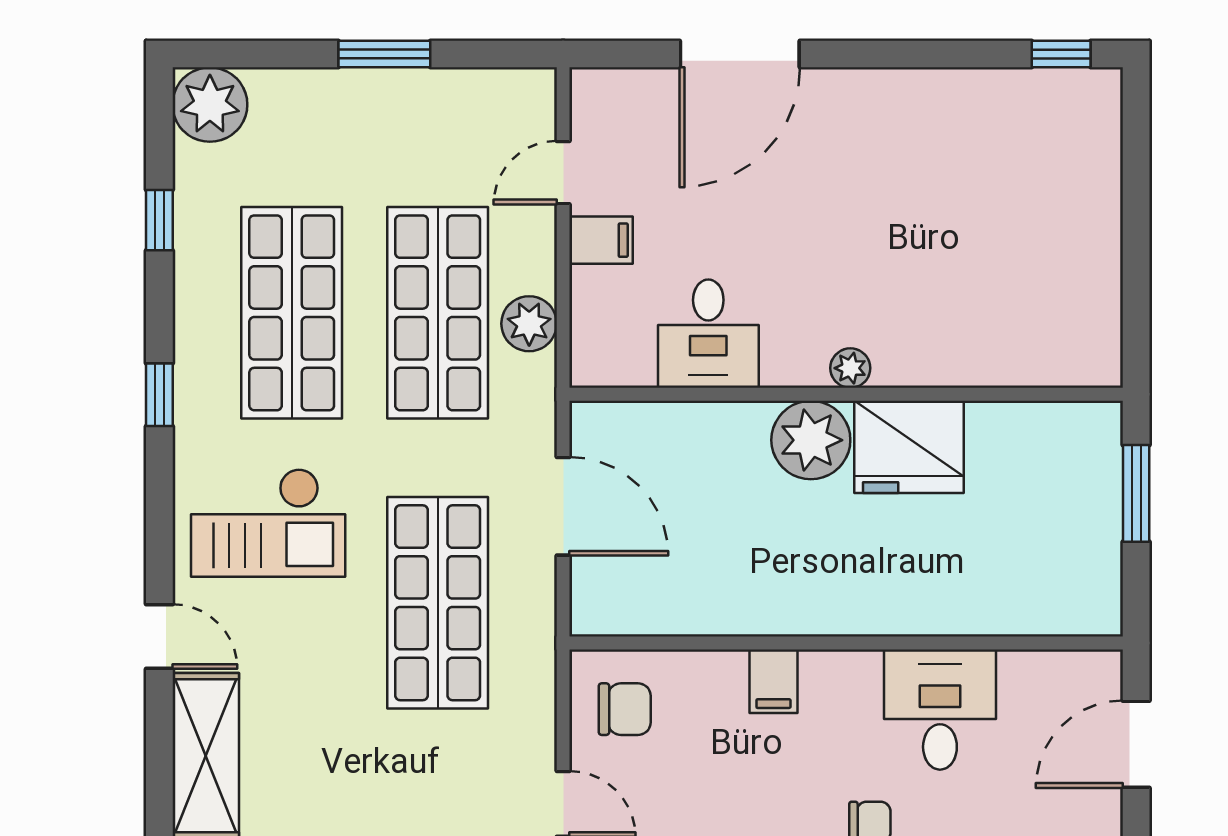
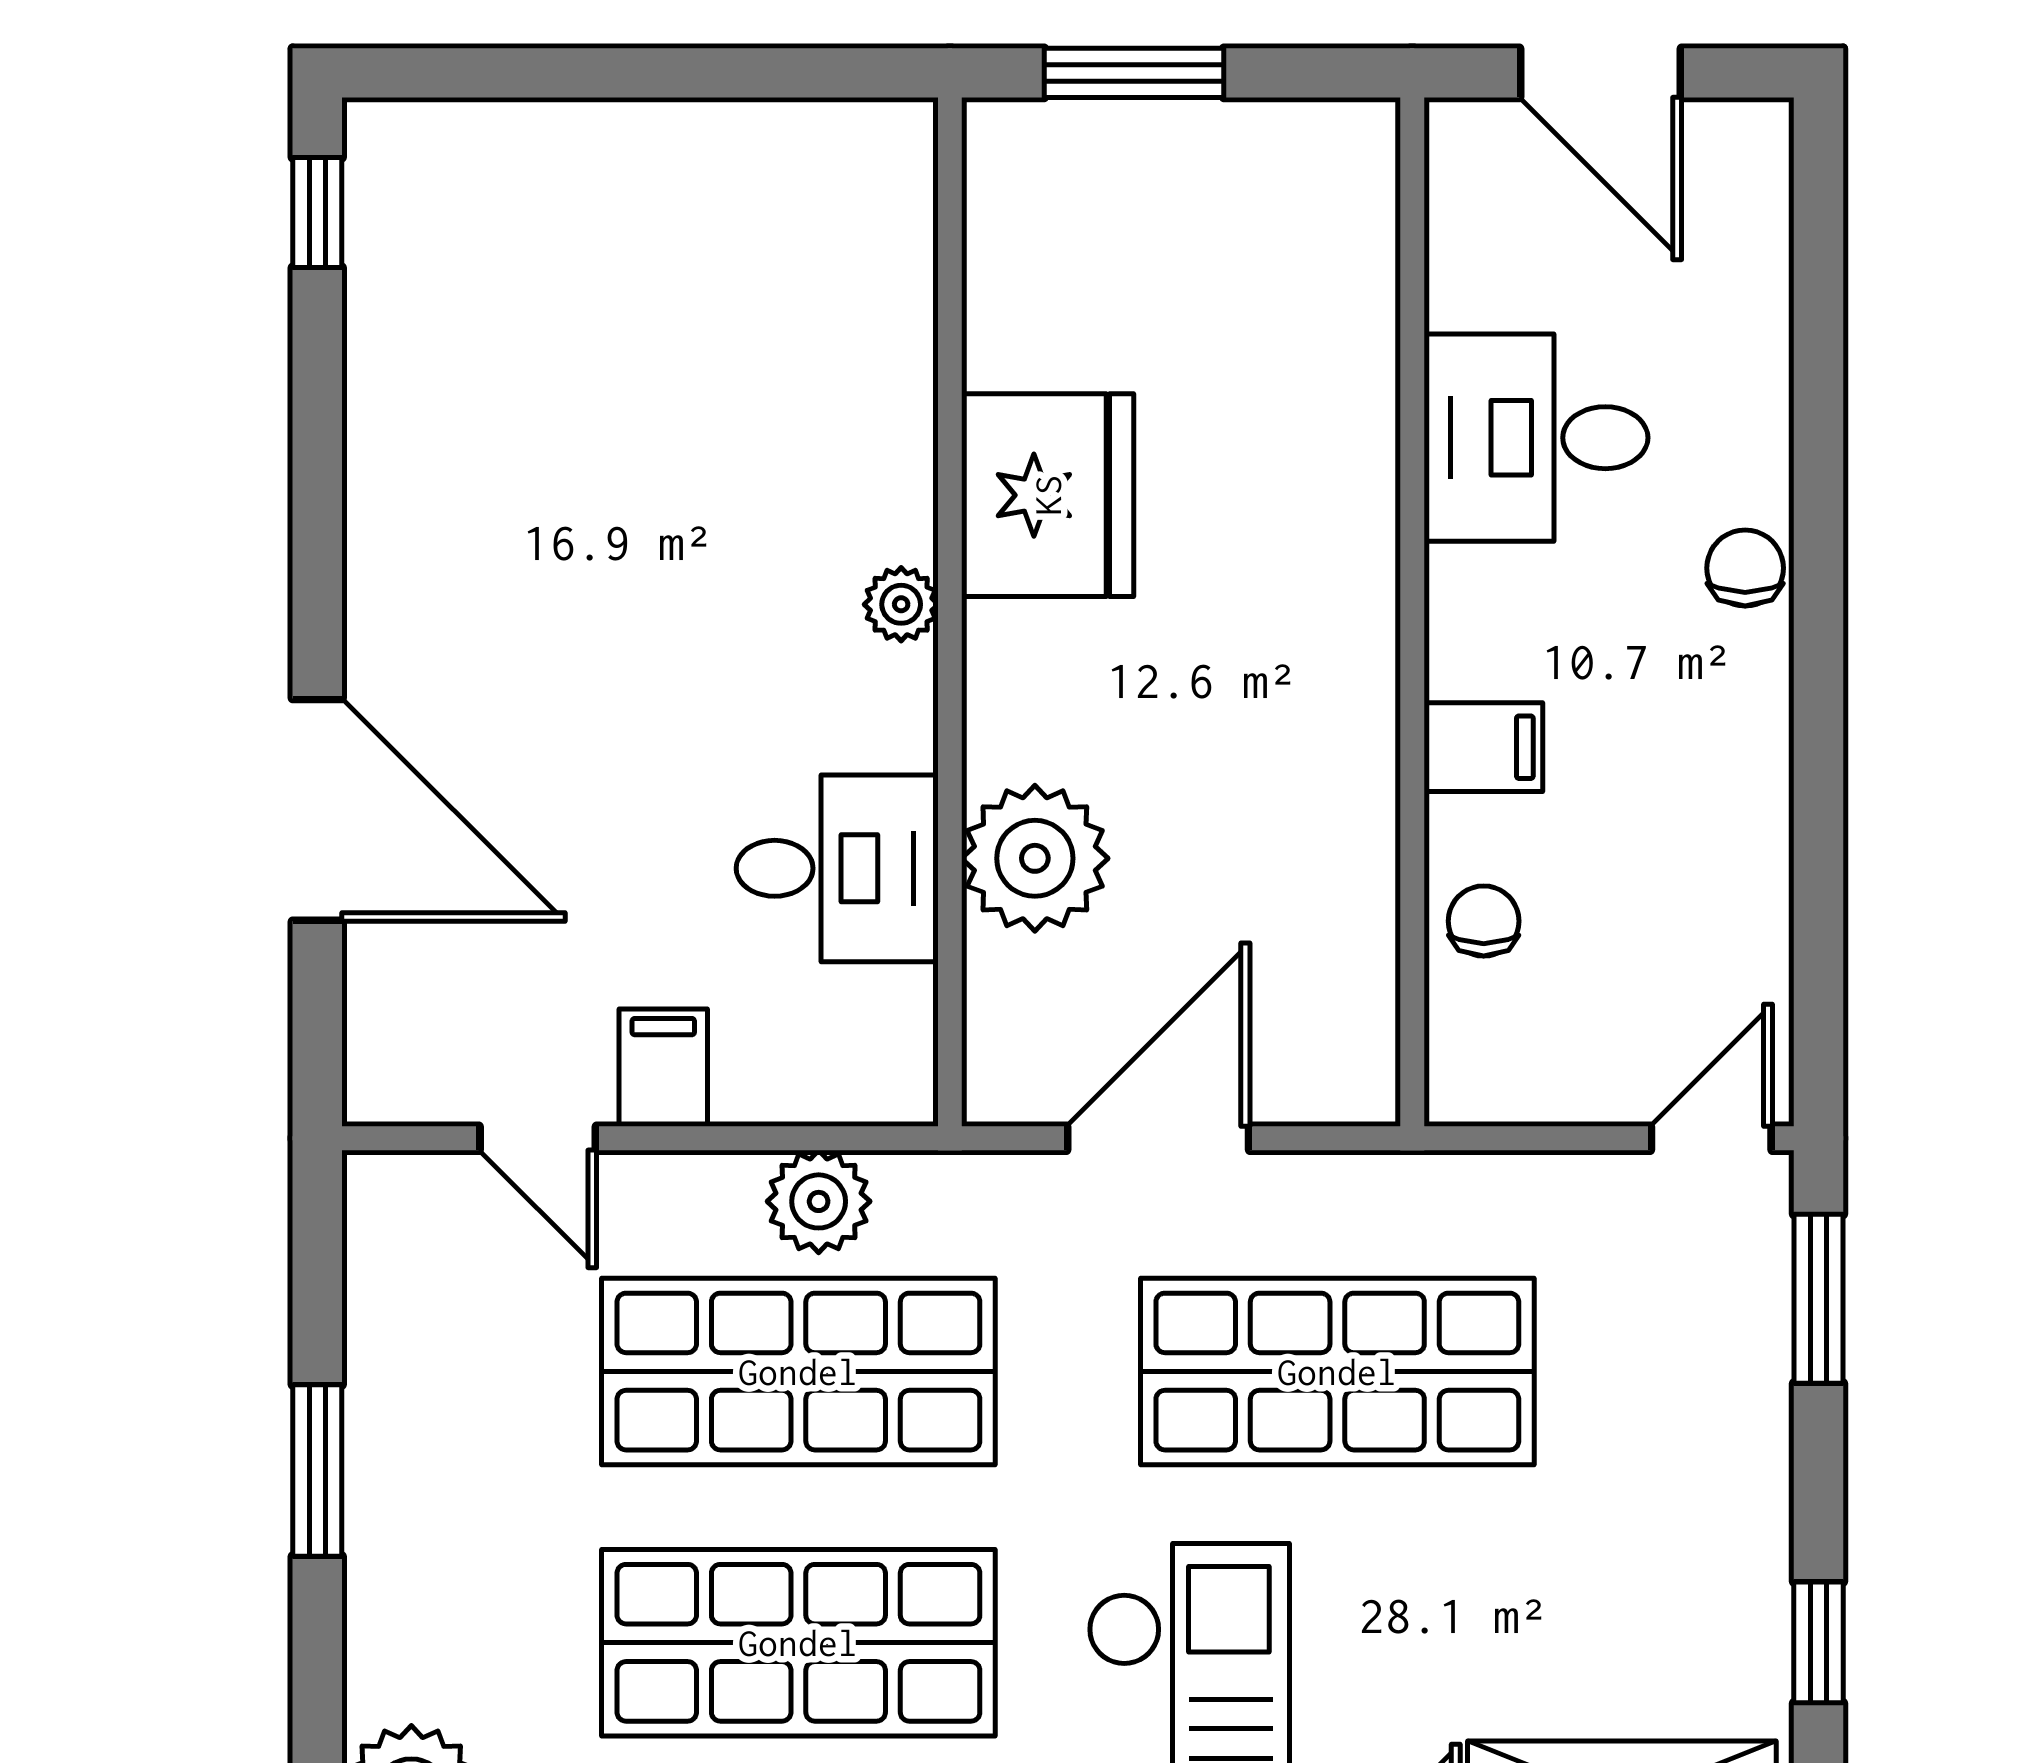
plant: (811, 440) -> (1035, 858), moved
chair: (625, 709) -> (1484, 921), moved, width x0.73, depth x0.73

